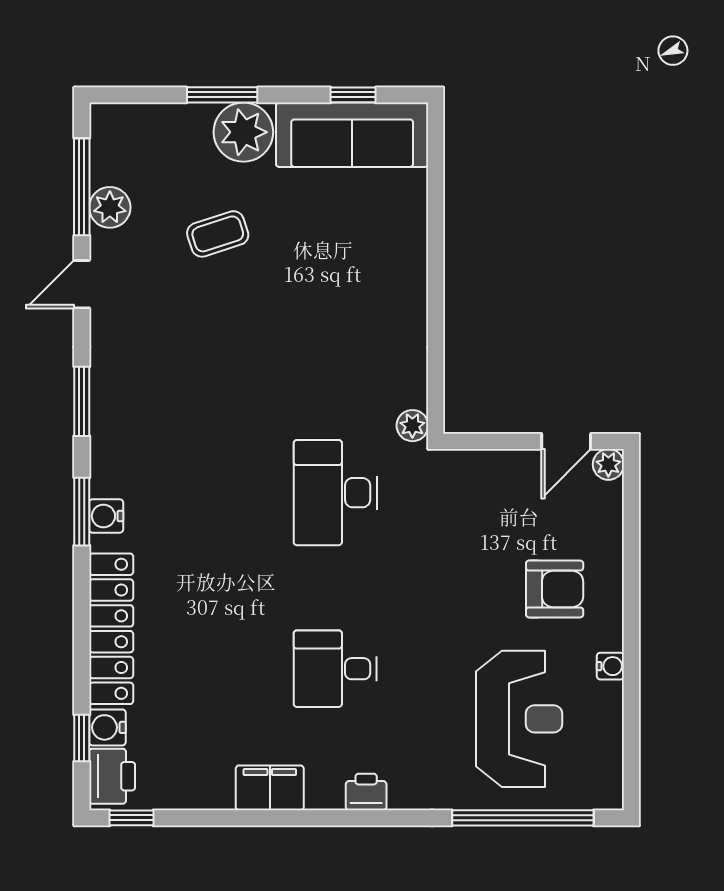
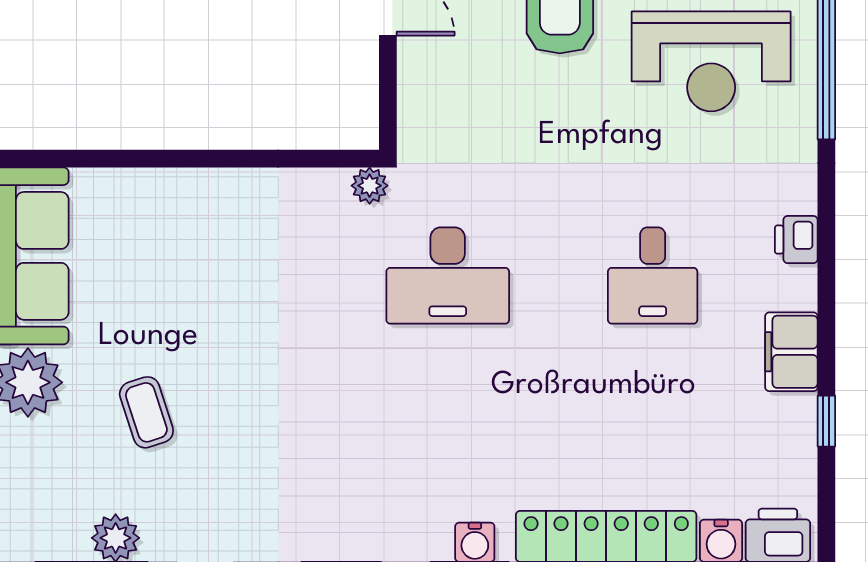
reception desk: (519, 719) -> (711, 61), turned 180
window: (131, 818) -> (826, 421), moved

